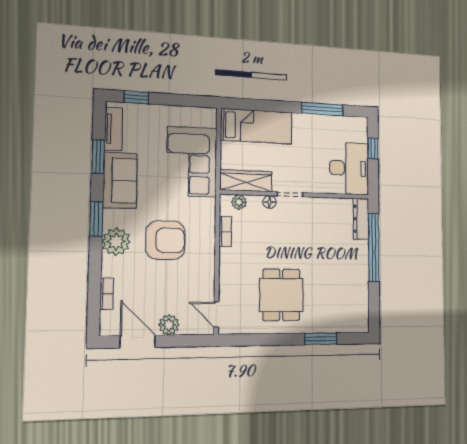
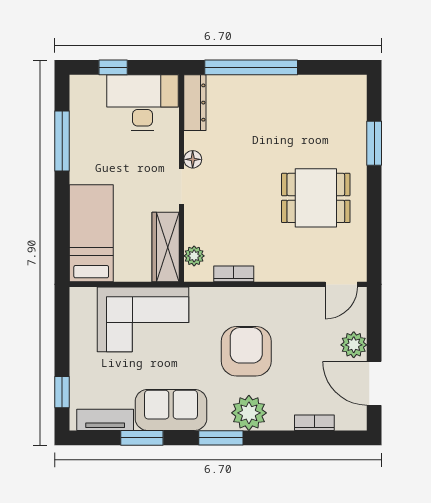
floor lamp: (270, 202) -> (193, 159), moved
dresser: (361, 219) -> (195, 103), moved, turned -90
door: (138, 342) -> (374, 383), hinge flipped

